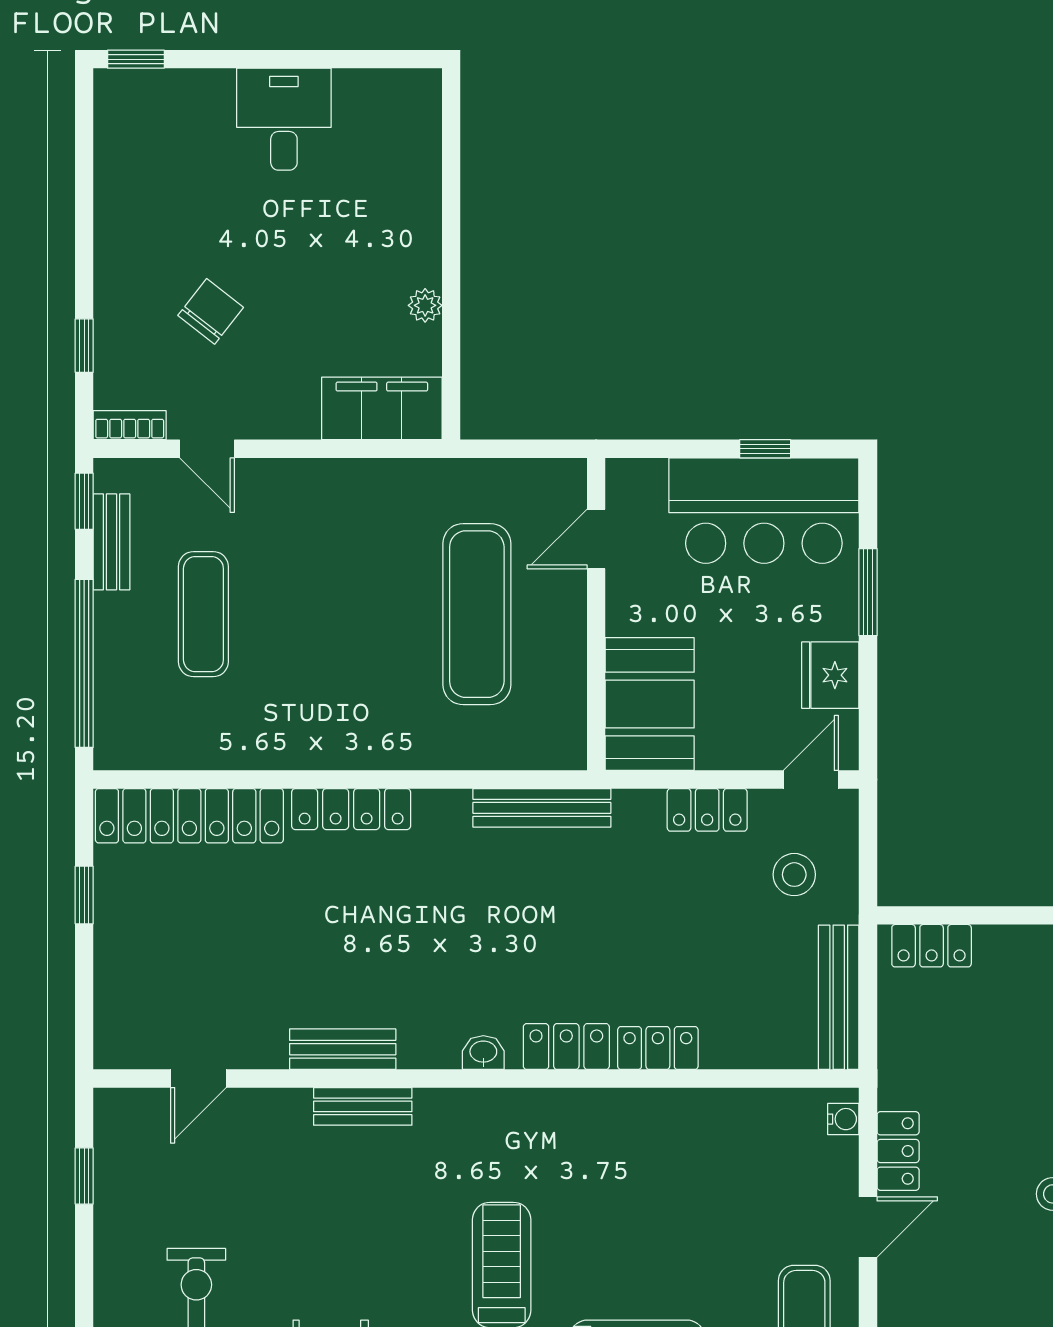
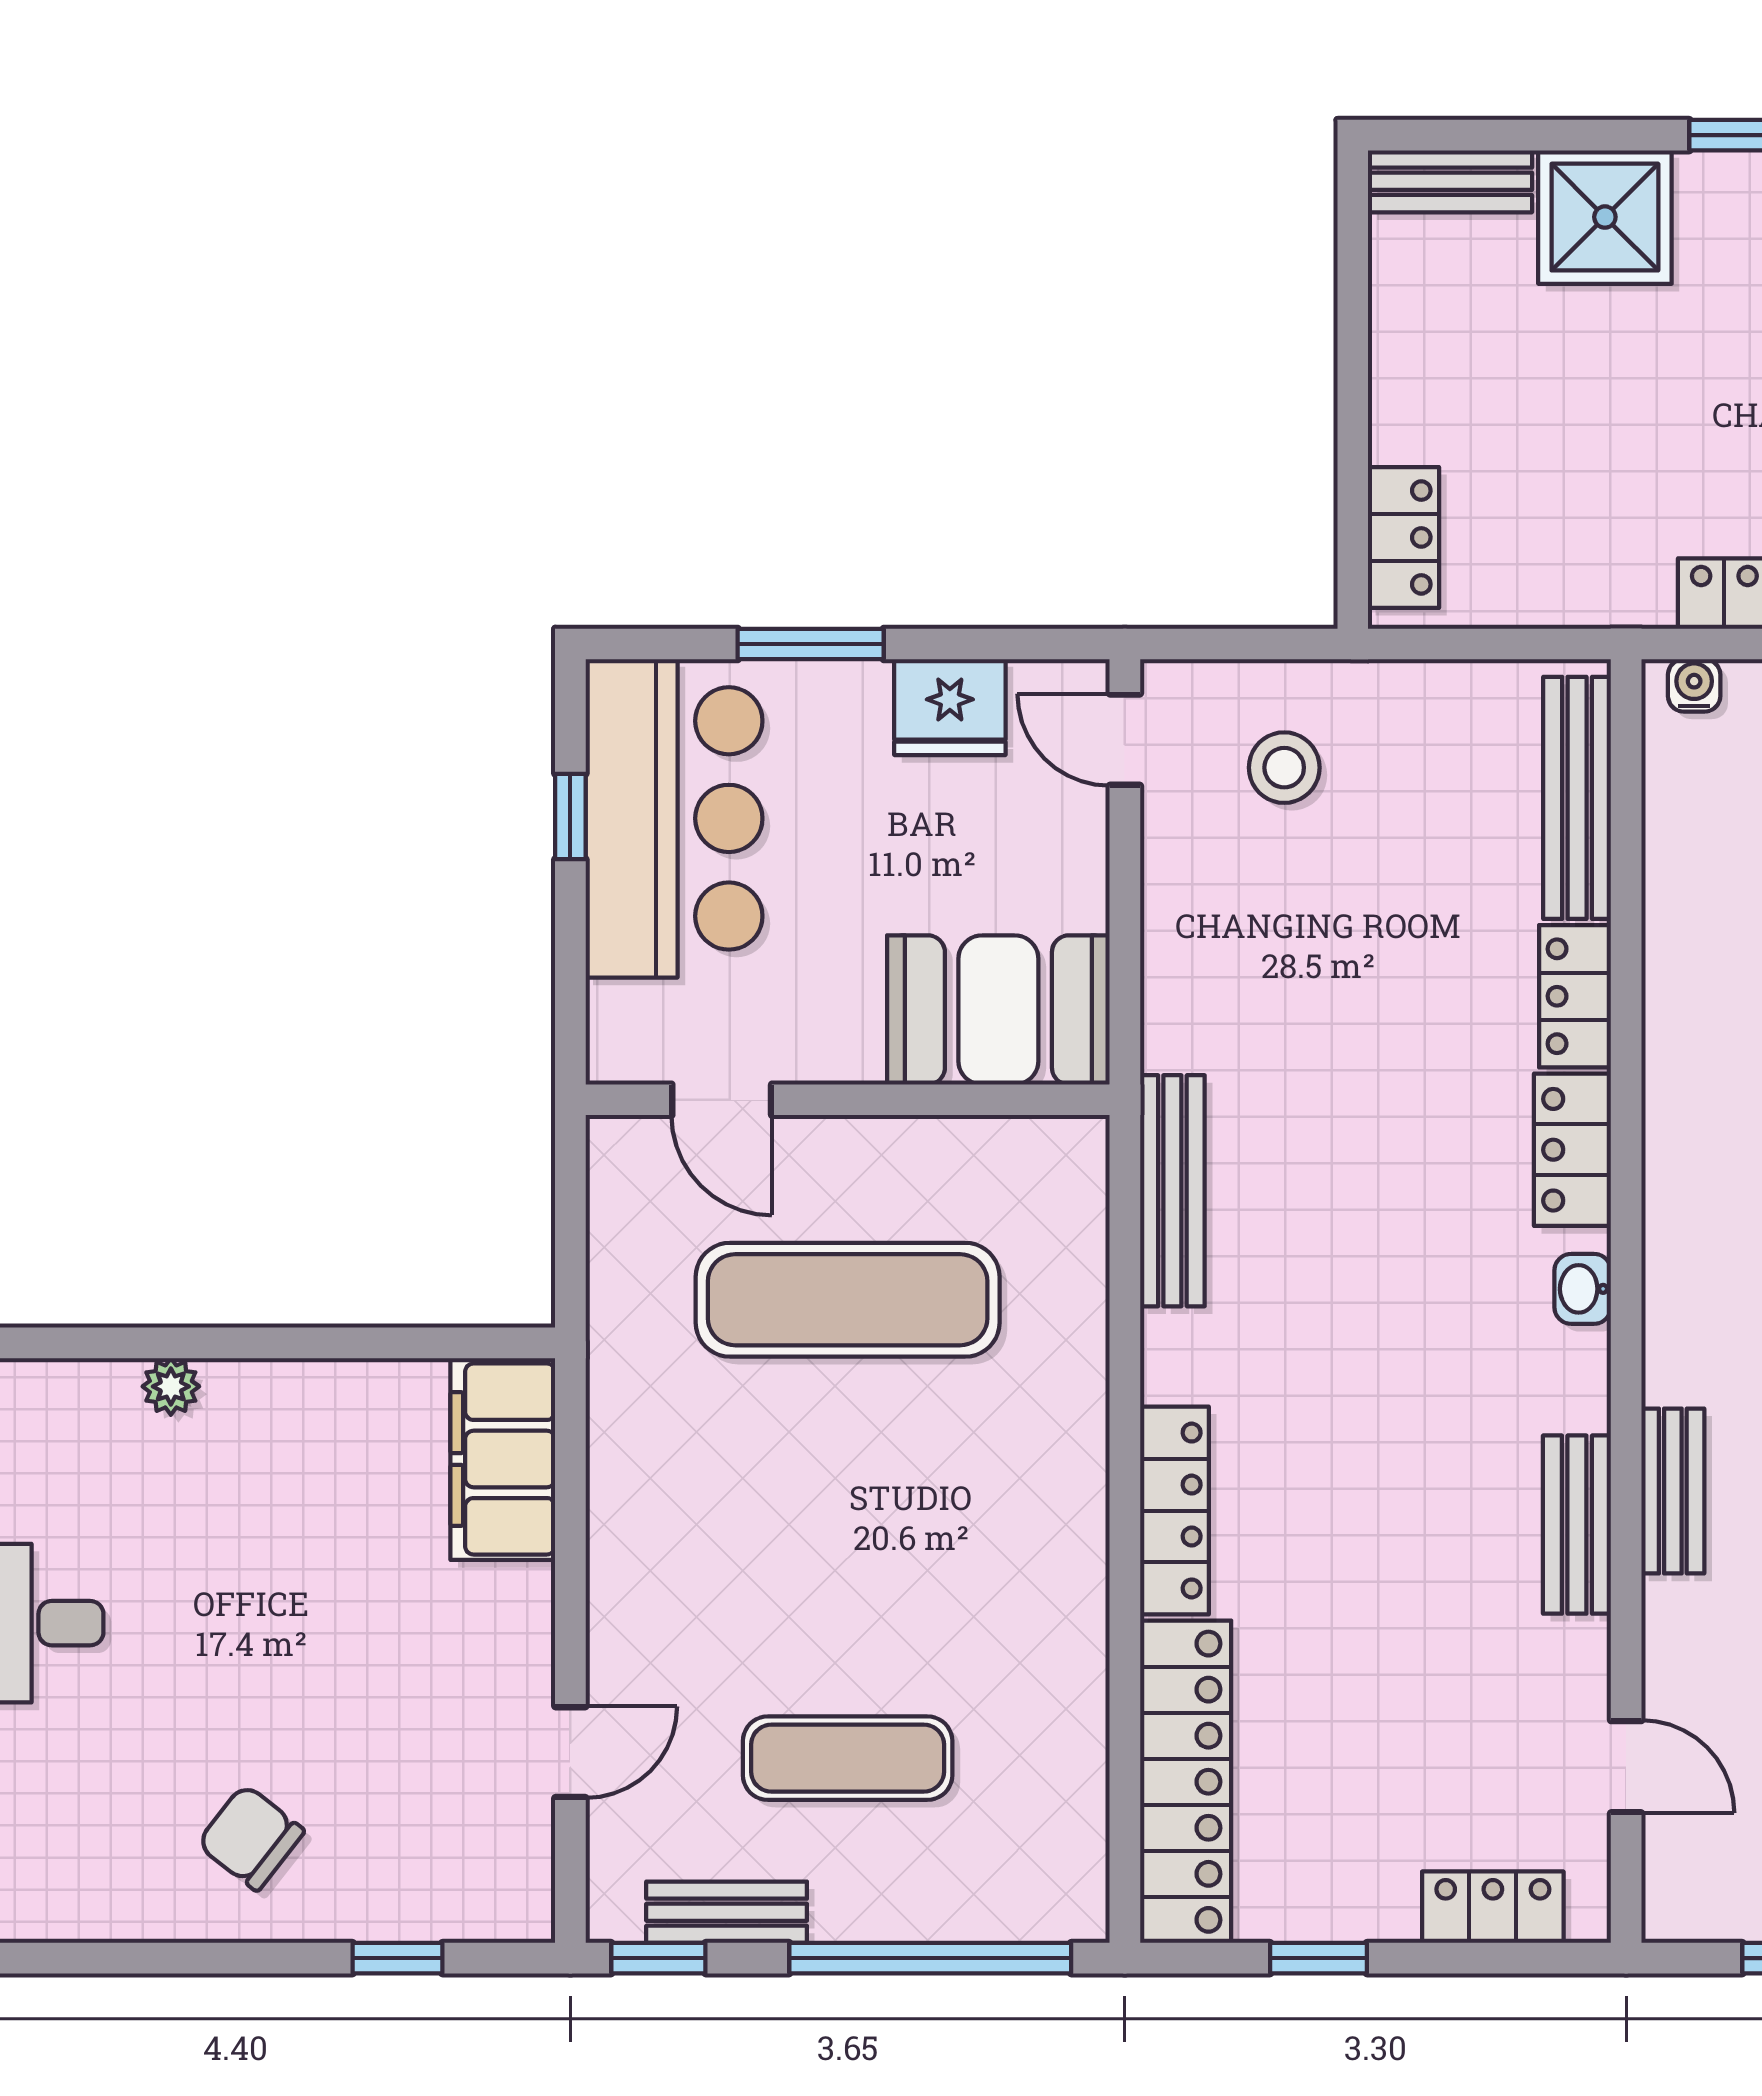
plant: (425, 305) -> (171, 1386), moved
chair: (211, 311) -> (251, 1837), moved
bookcase: (130, 425) -> (531, 1882), removed
locker: (707, 810) -> (1493, 1907), moved, turned -90
bench: (839, 997) -> (1577, 798), moved, turned 90

